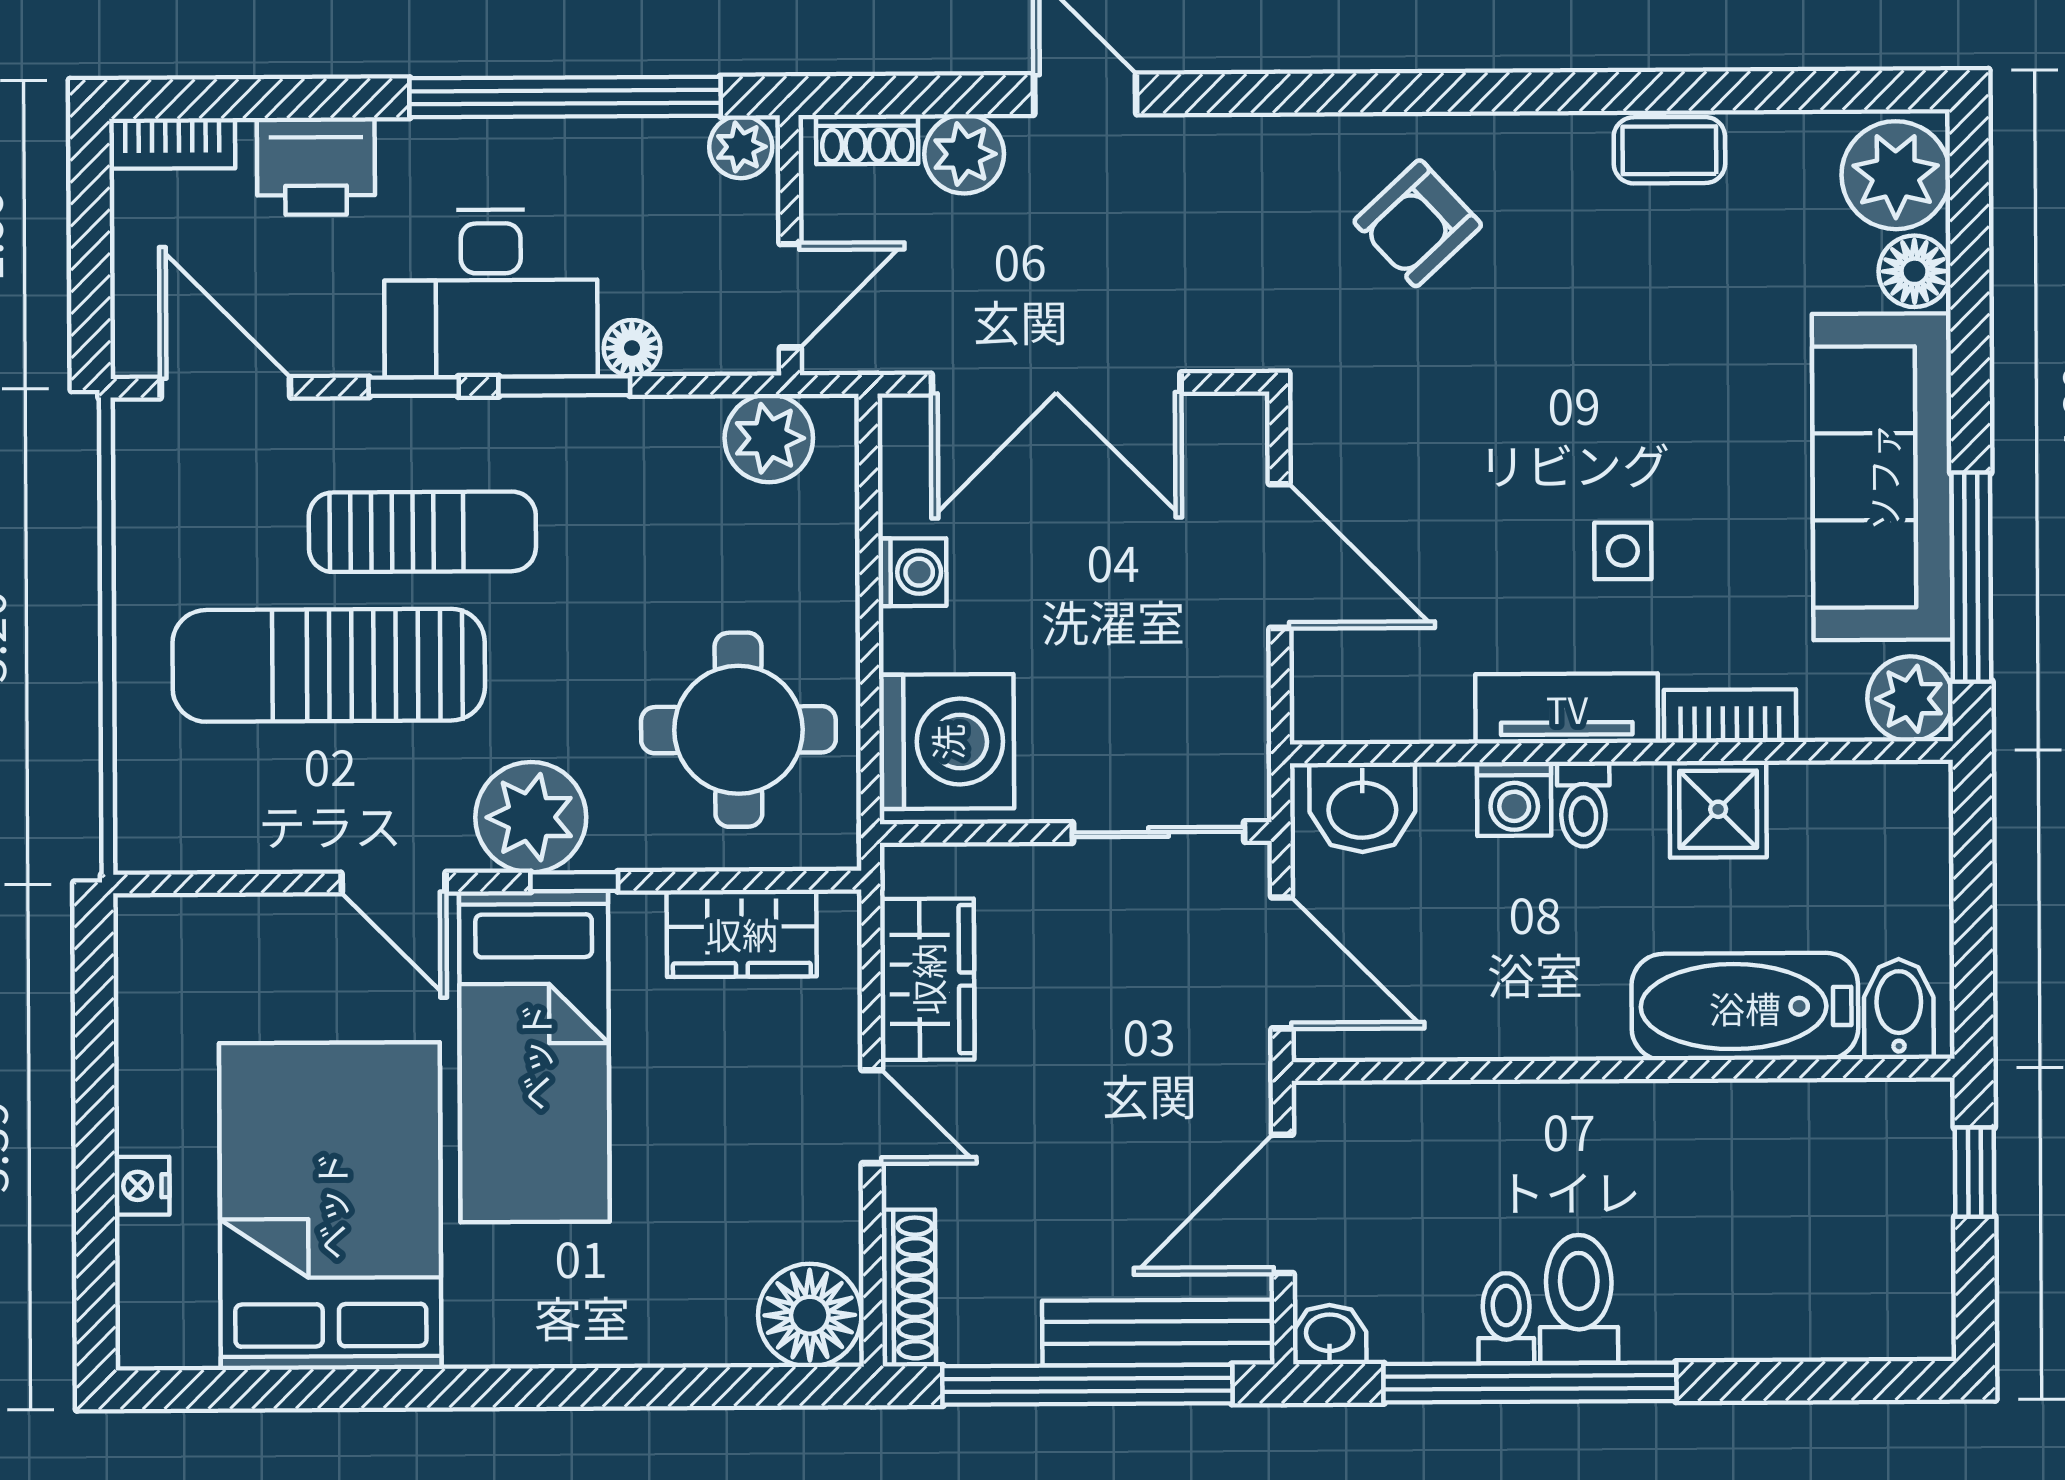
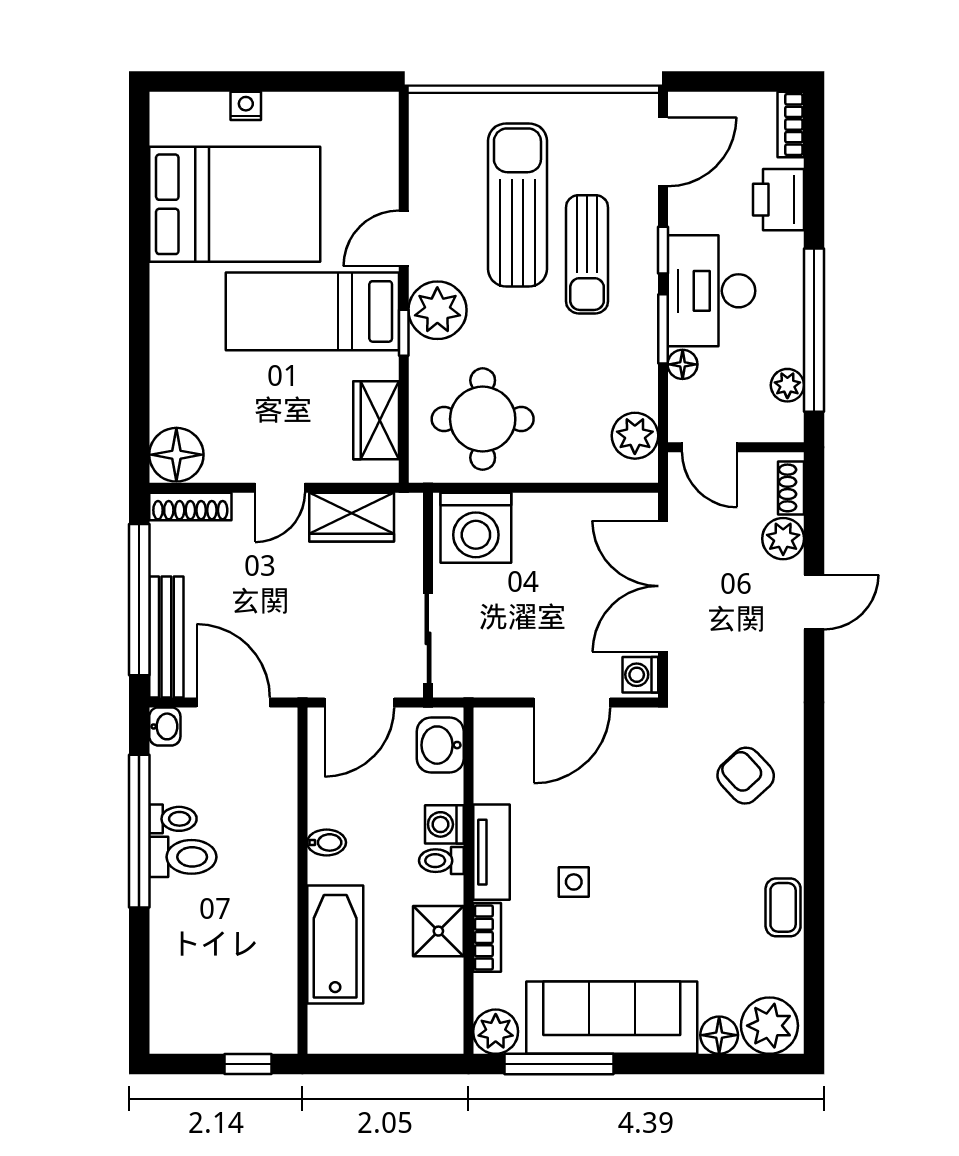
plant: (741, 147) -> (787, 385), moved
washing machine: (912, 572) -> (640, 675), moved, turned 90
bidet: (1899, 1009) -> (327, 842), moved, width x0.72, depth x0.74

